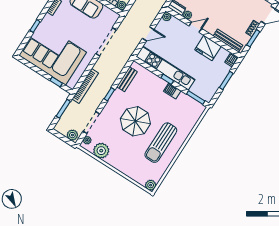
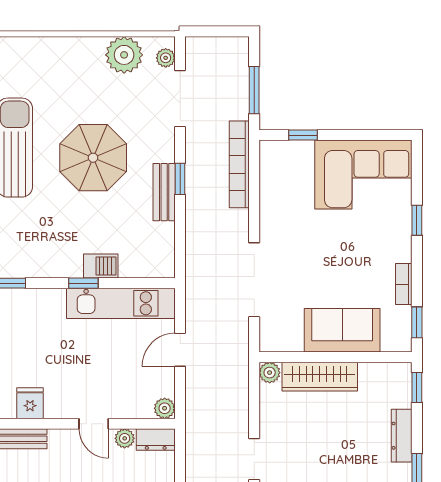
door: (195, 27) -> (94, 424), hinge flipped
fridge: (208, 48) -> (30, 403), width x0.53, depth x0.75
corner sofa: (53, 54) -> (363, 175), width x0.73, depth x0.74
kitchen unit: (165, 68) -> (121, 303), width x0.73
bench: (127, 79) -> (164, 192), moved
barbecue: (172, 91) -> (101, 266), moved
plant: (72, 135) -> (202, 49), removed

